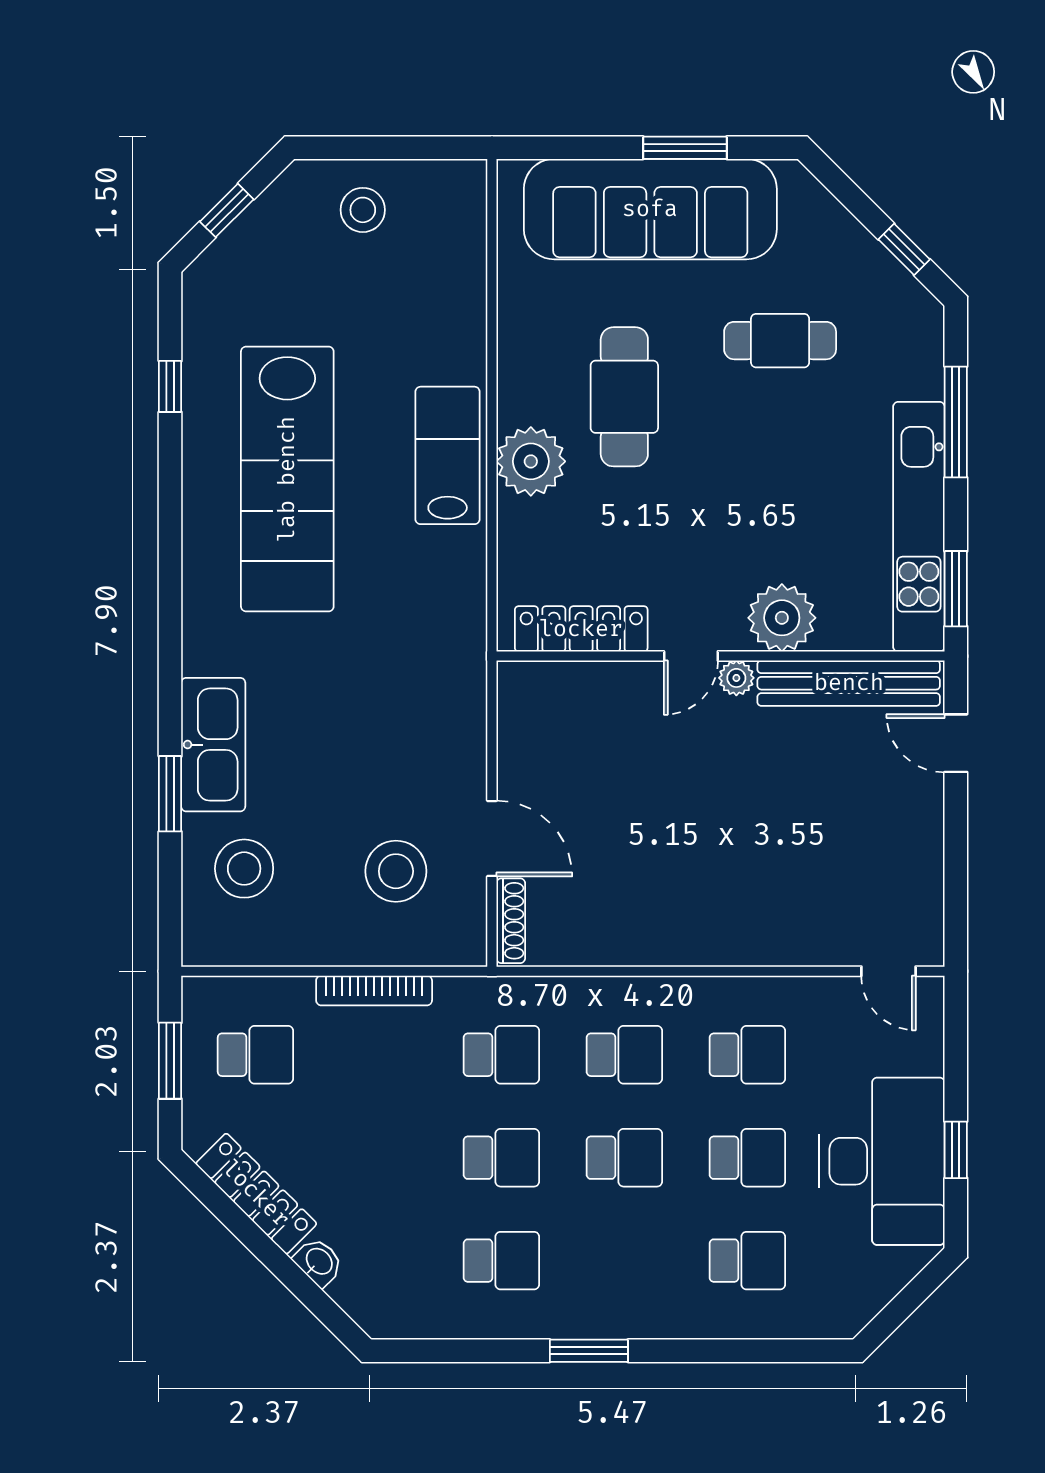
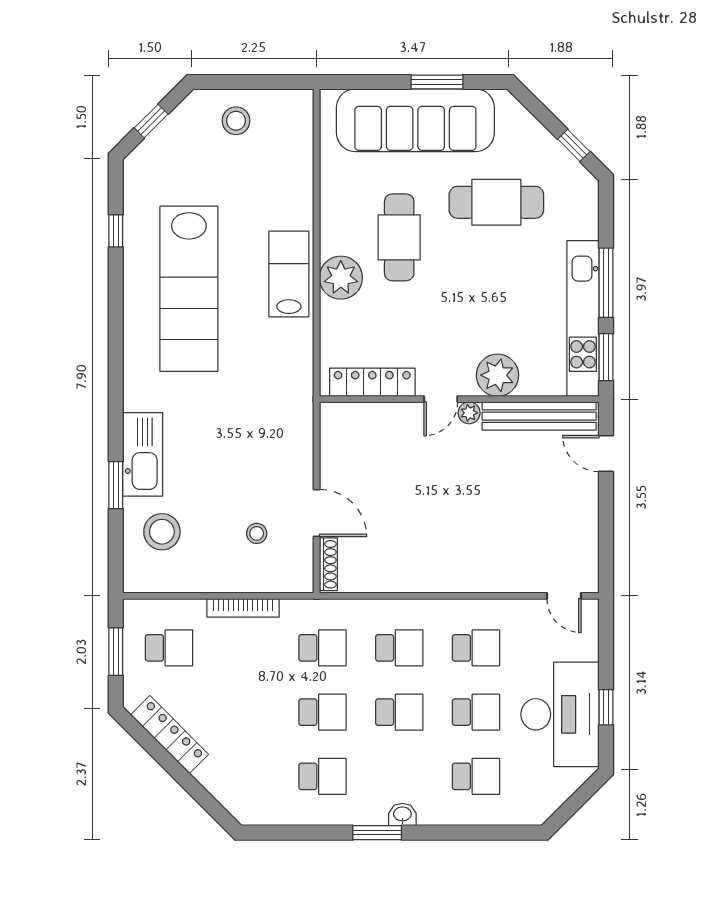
cafe table: (780, 341) -> (496, 202), width x1.37, depth x1.35
window: (956, 422) -> (606, 283), moved
stool: (396, 871) -> (257, 533), width x0.53, depth x0.53
washbasin: (319, 1262) -> (402, 815), moved, turned -45

